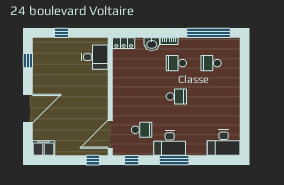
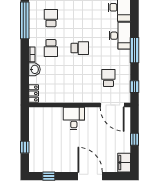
desk: (95, 57) -> (74, 118), moved
school desk: (211, 63) -> (51, 18), turned 180
school desk: (176, 96) -> (80, 48), turned 90
desk: (170, 143) -> (120, 36), moved
window: (93, 160) -> (134, 139), moved

